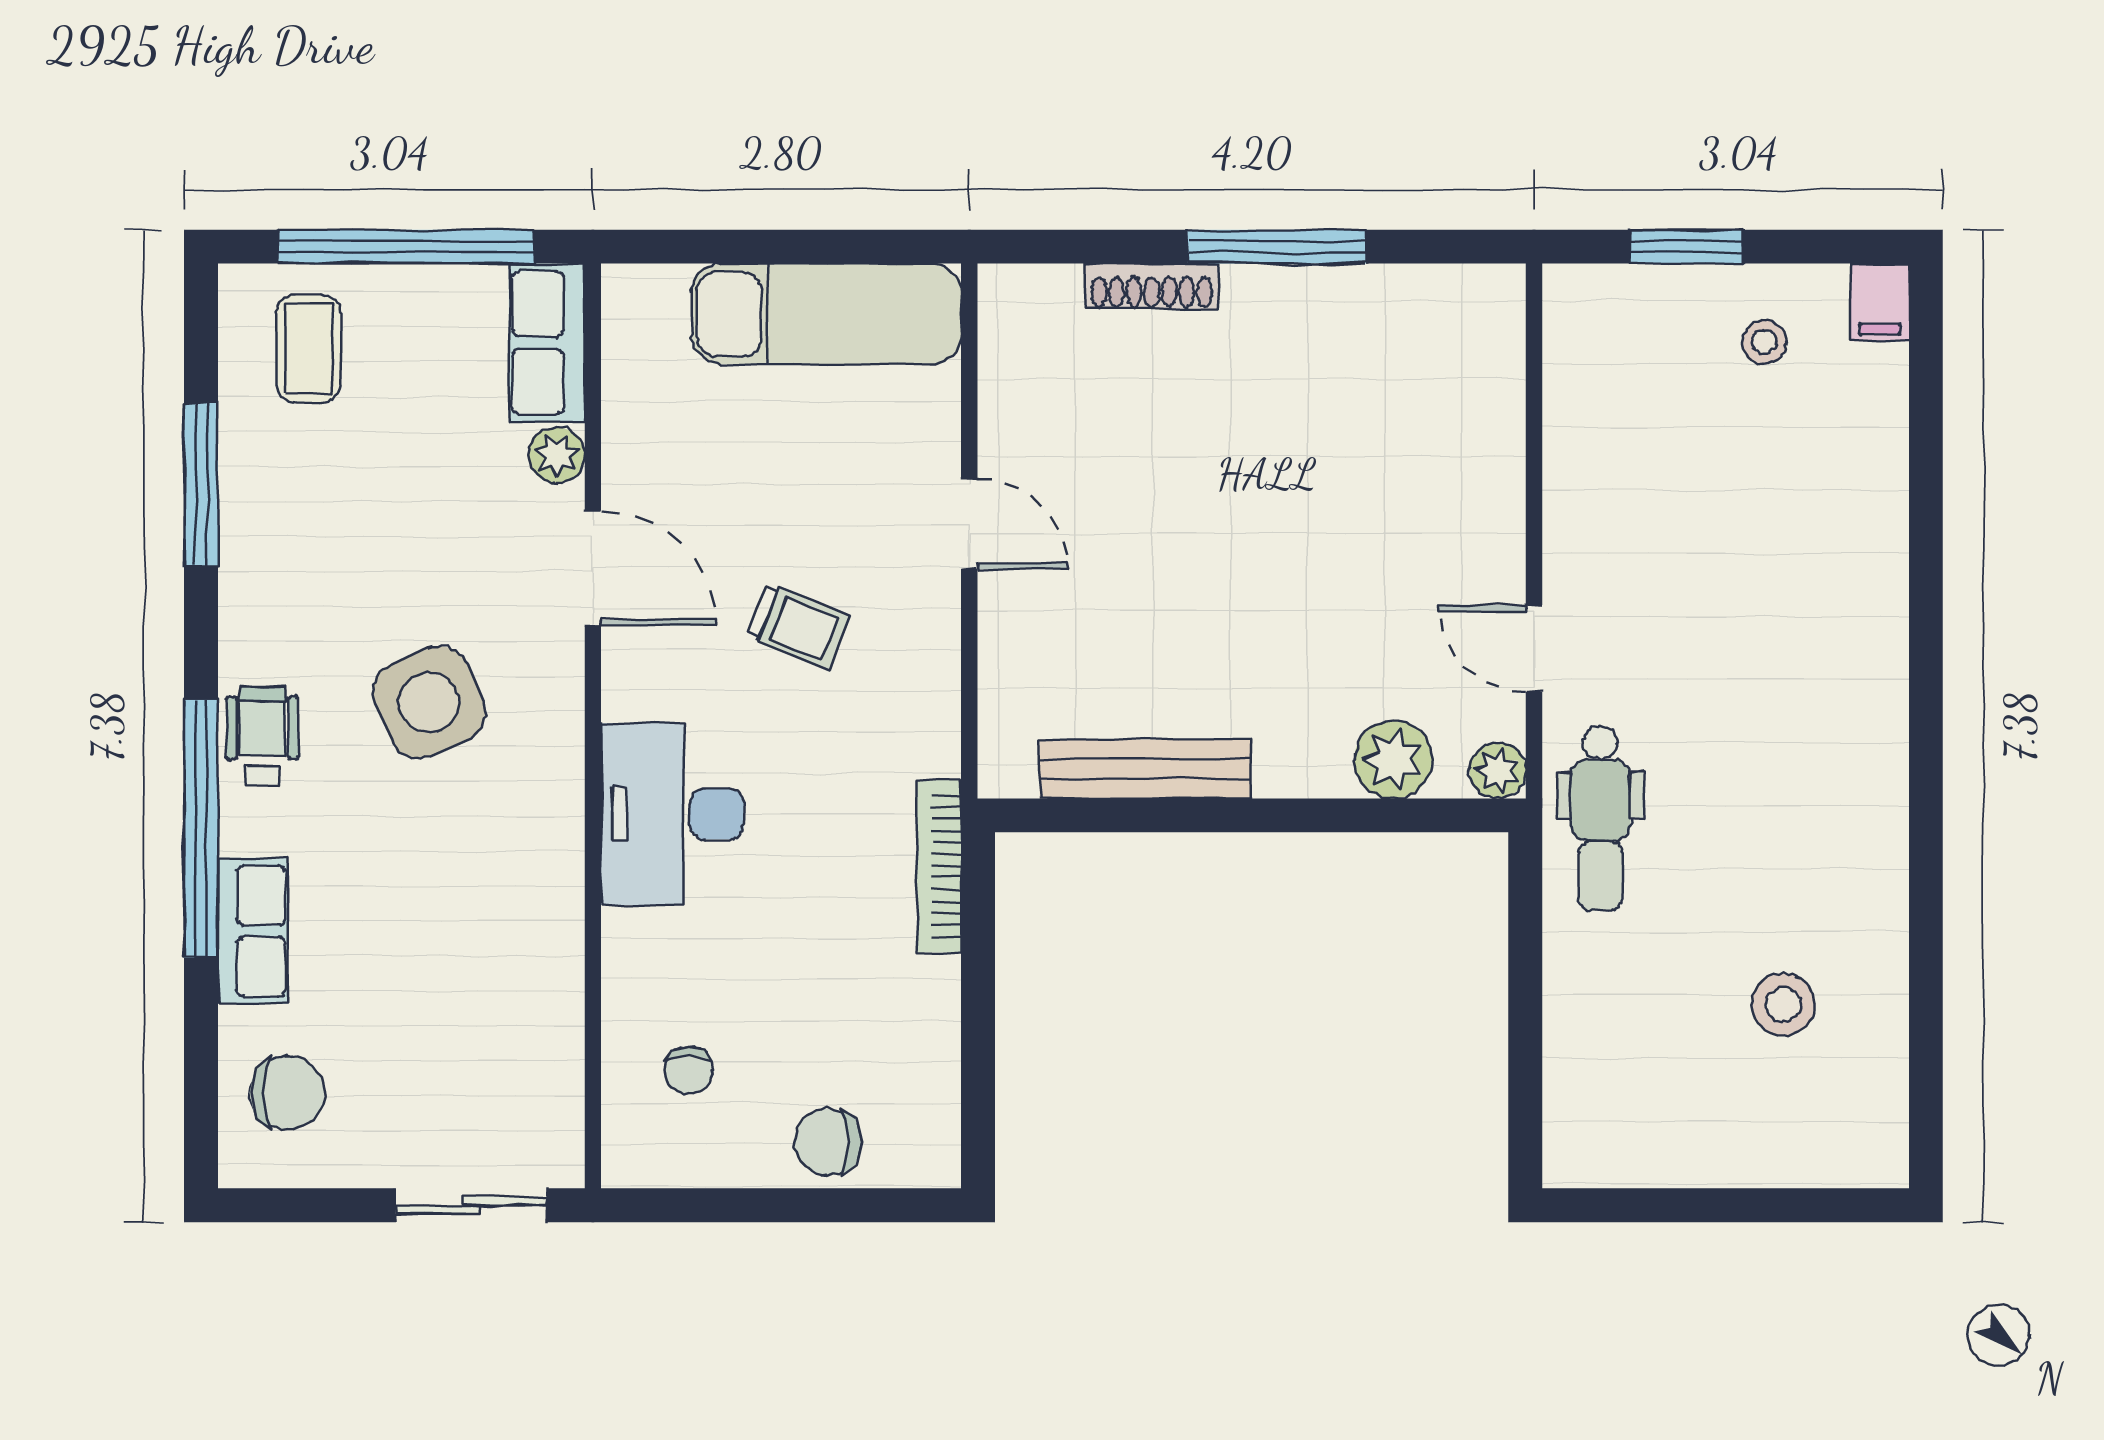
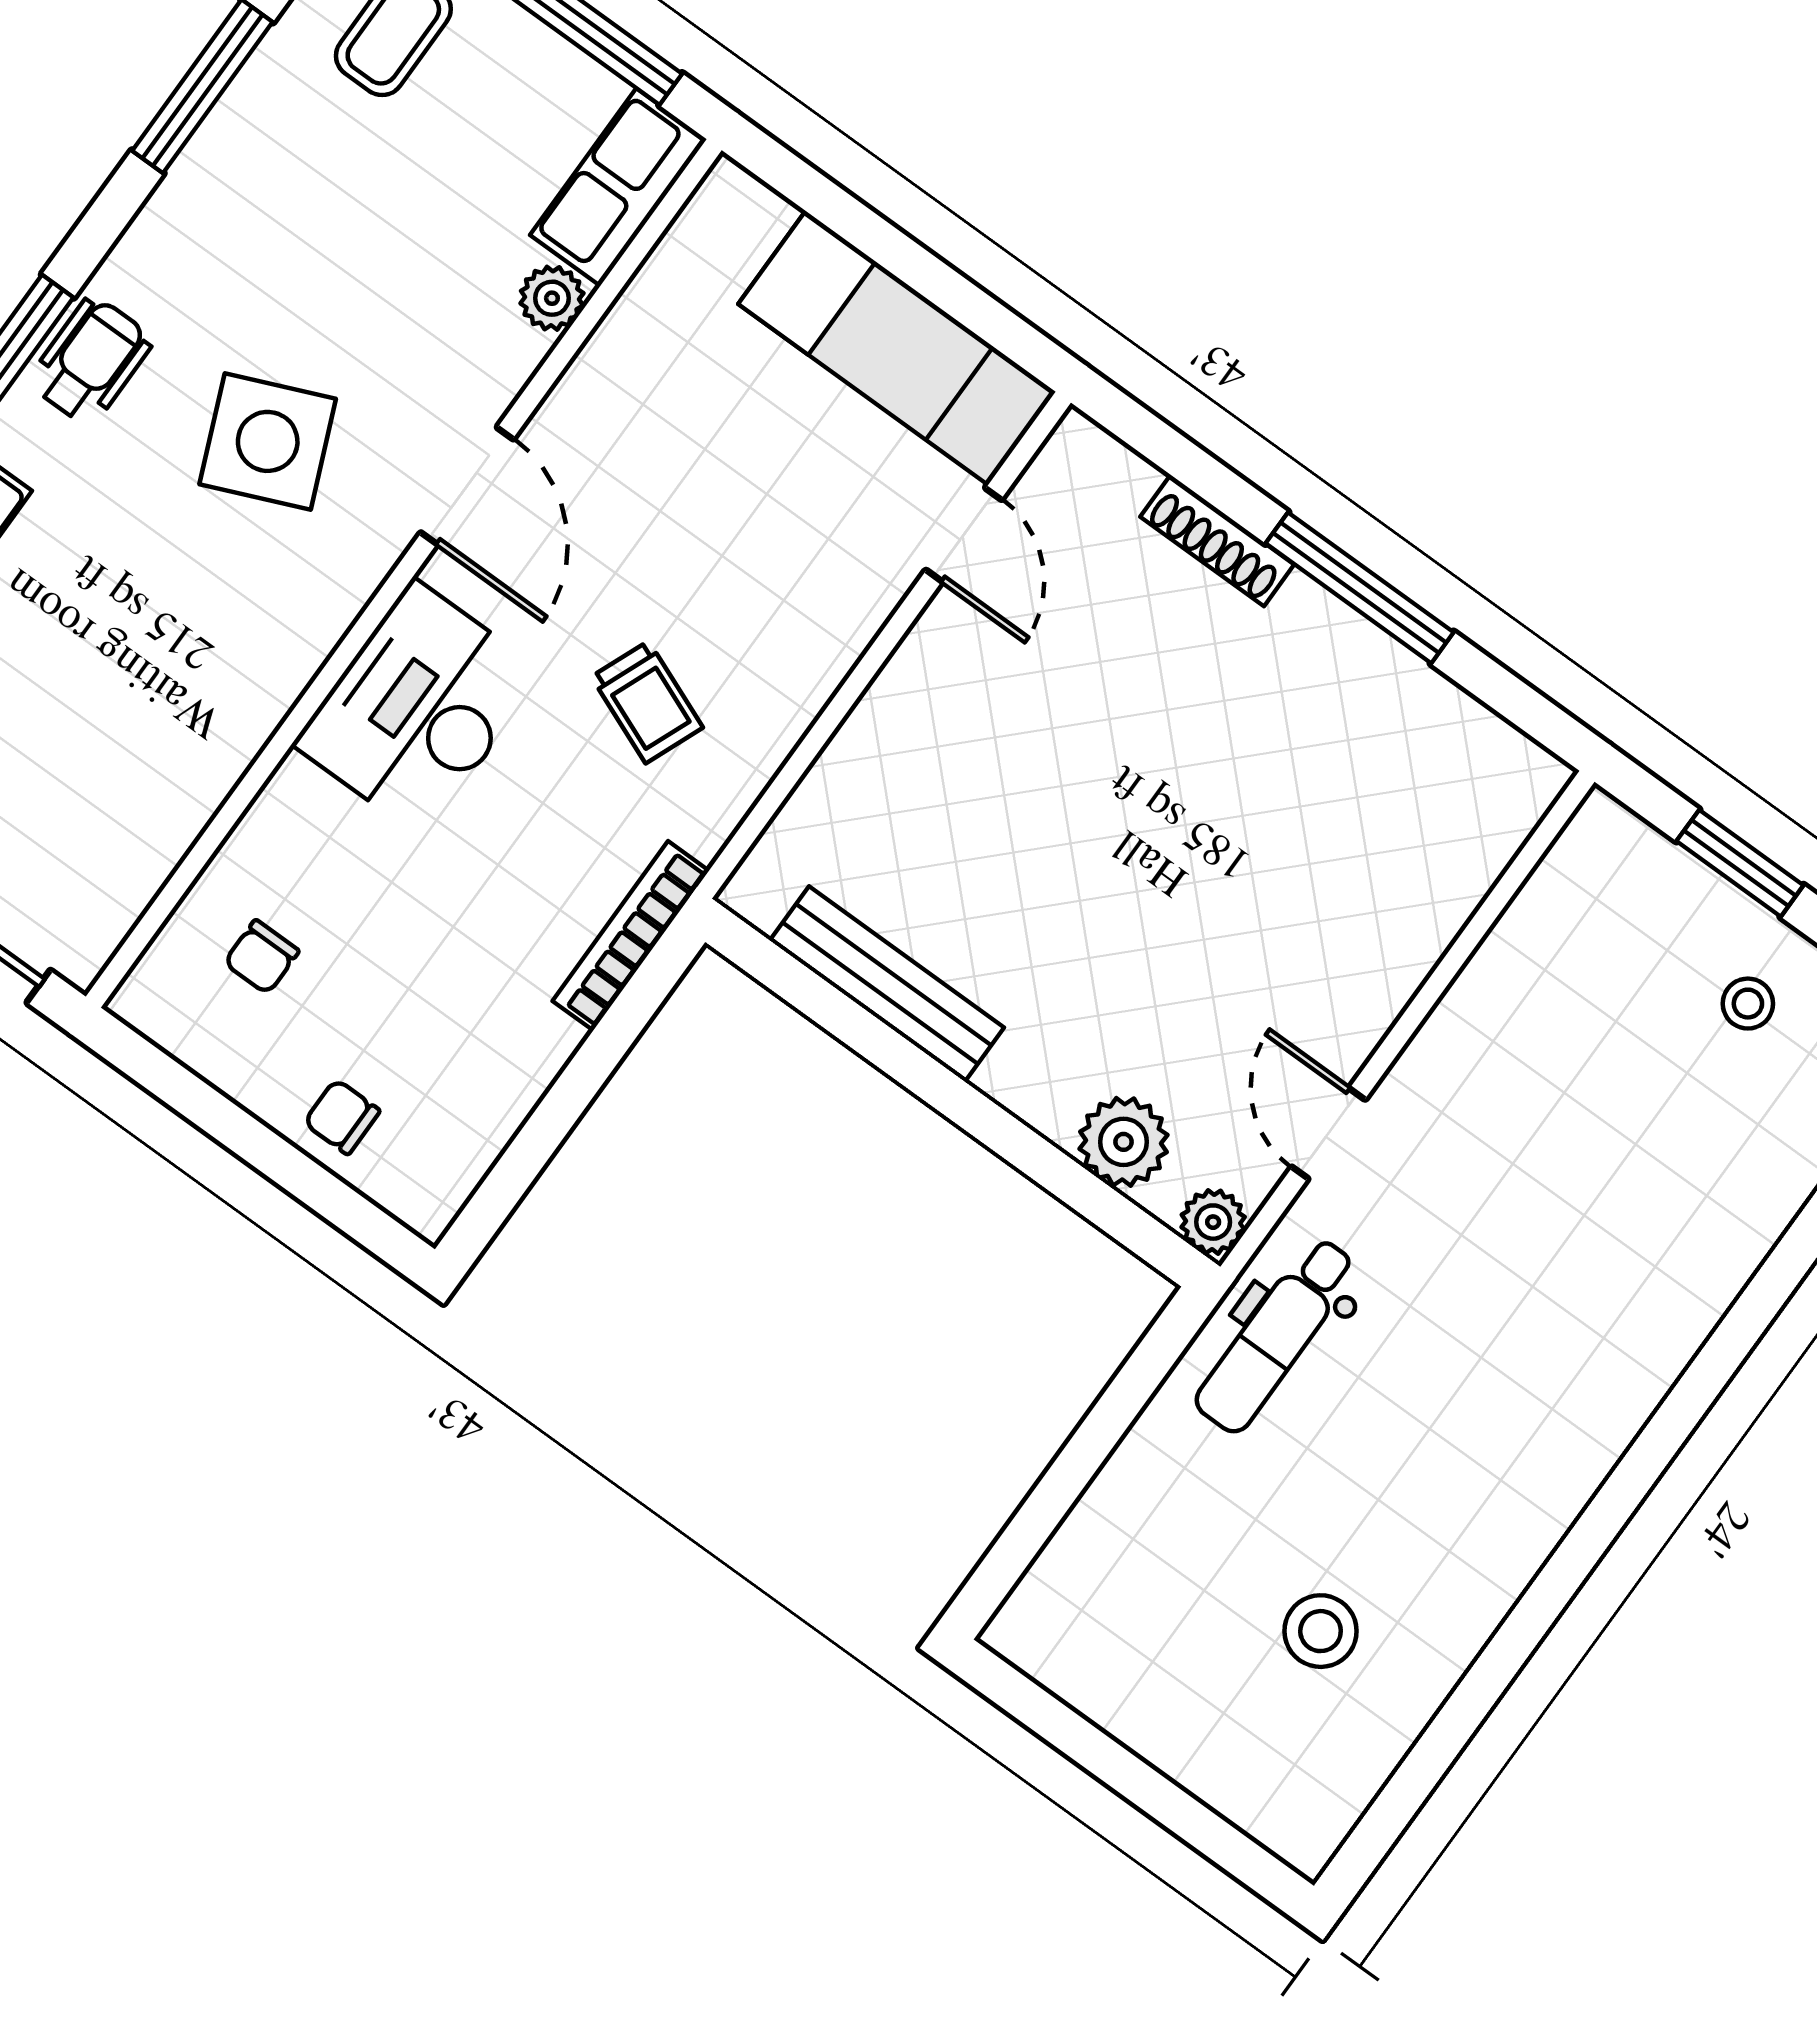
door: (969, 524) -> (964, 535), moved
door: (593, 568) -> (467, 486), moved
trolley: (798, 626) -> (647, 702), moved
chair: (827, 1142) -> (342, 1117), width x0.73, depth x0.73

